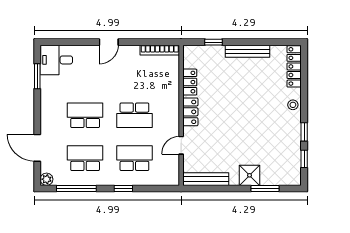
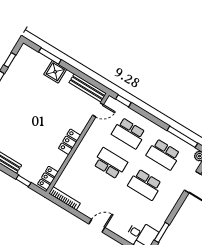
locker: (190, 82) -> (48, 178), moved
door: (181, 145) -> (98, 110), moved
window: (123, 188) -> (123, 101), moved

